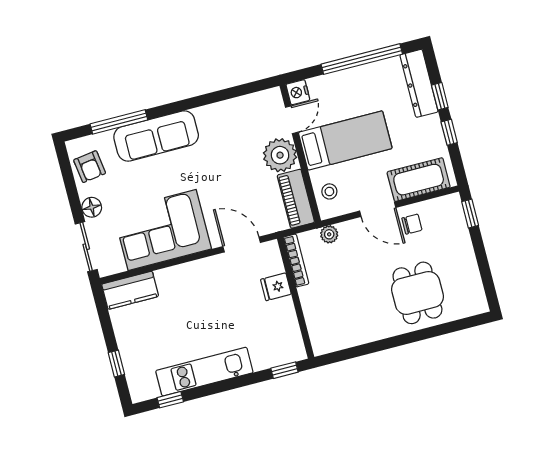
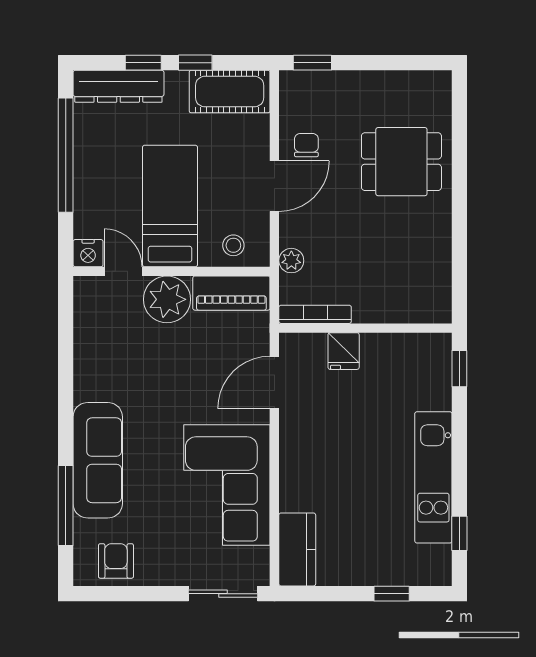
armchair: (90, 167) -> (116, 561), turned -82
cot: (419, 180) -> (230, 92), moved, turned 90
floor lamp: (92, 207) -> (172, 572), removed

